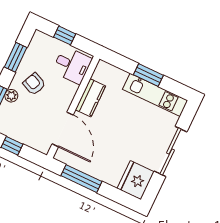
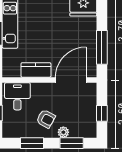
armchair: (34, 84) -> (46, 119), turned -85

